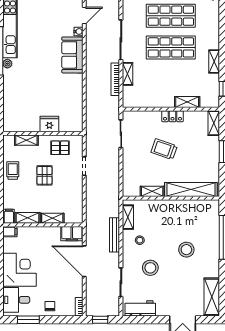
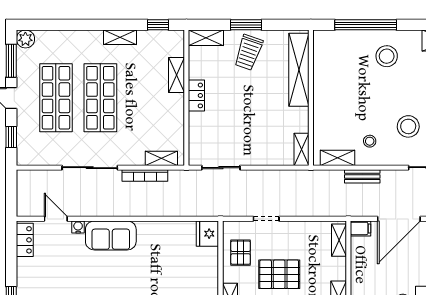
shelving: (127, 74) -> (161, 158), moved
fridge: (49, 124) -> (207, 234), moved
trolley: (164, 149) -> (249, 52), moved
pallet: (44, 175) -> (279, 274), width x1.50, depth x1.42
shelving: (152, 191) -> (301, 149), moved
shelving: (52, 218) -> (339, 240), moved
filing cabinet: (72, 234) -> (361, 228), width x0.50
bench: (115, 235) -> (362, 176), width x0.73
stool: (186, 250) -> (387, 56), moved

